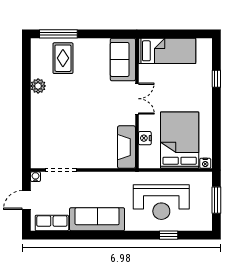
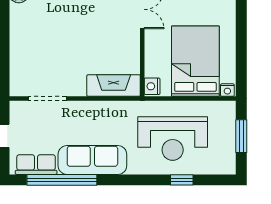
nightstand: (145, 138) -> (152, 86), moved
fireplace: (126, 147) -> (114, 86), moved, turned 90
water cooler: (35, 177) -> (16, 107), removed
window: (73, 235) -> (62, 180), added

